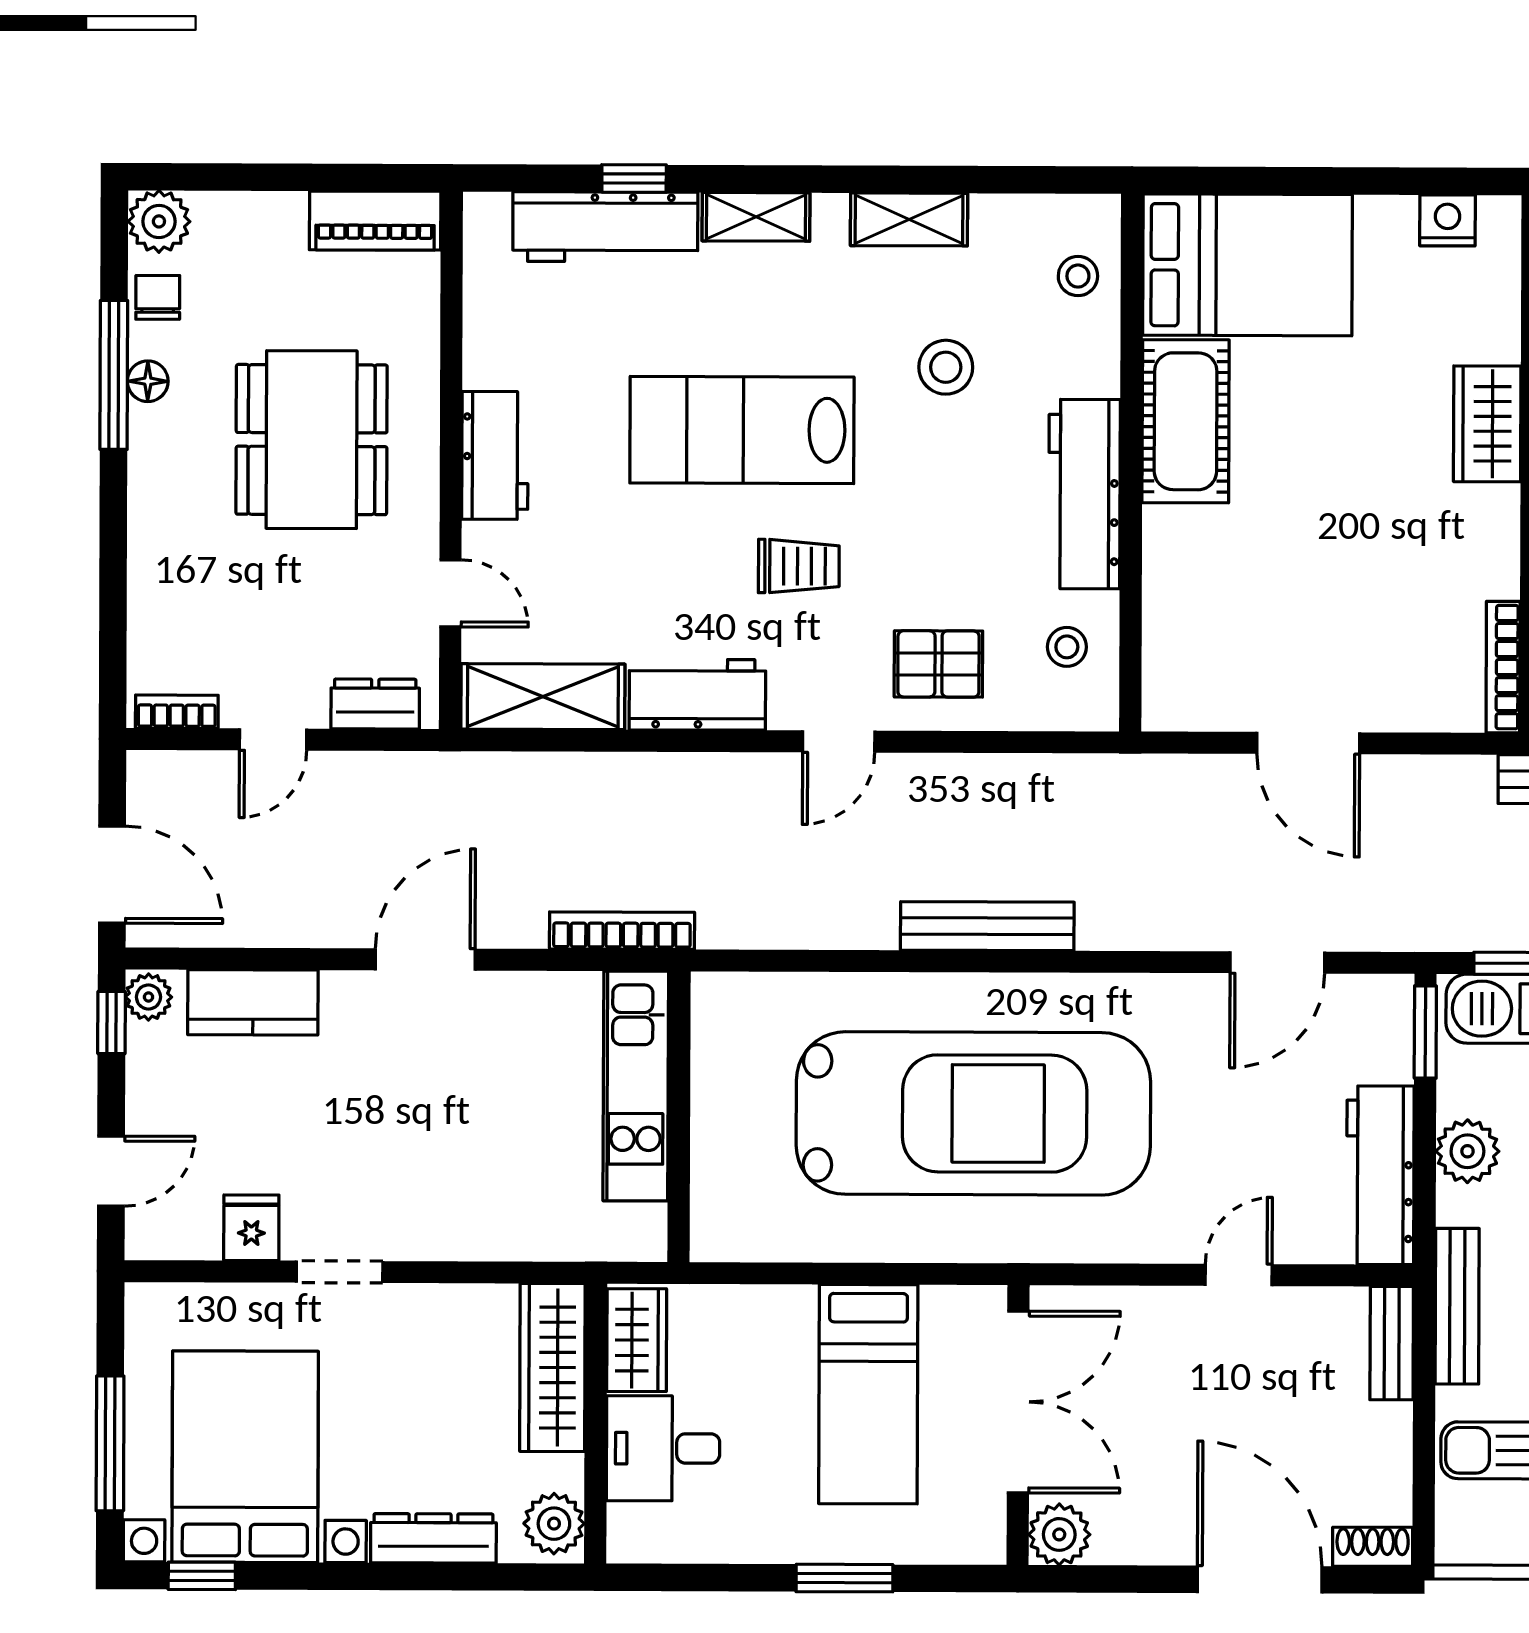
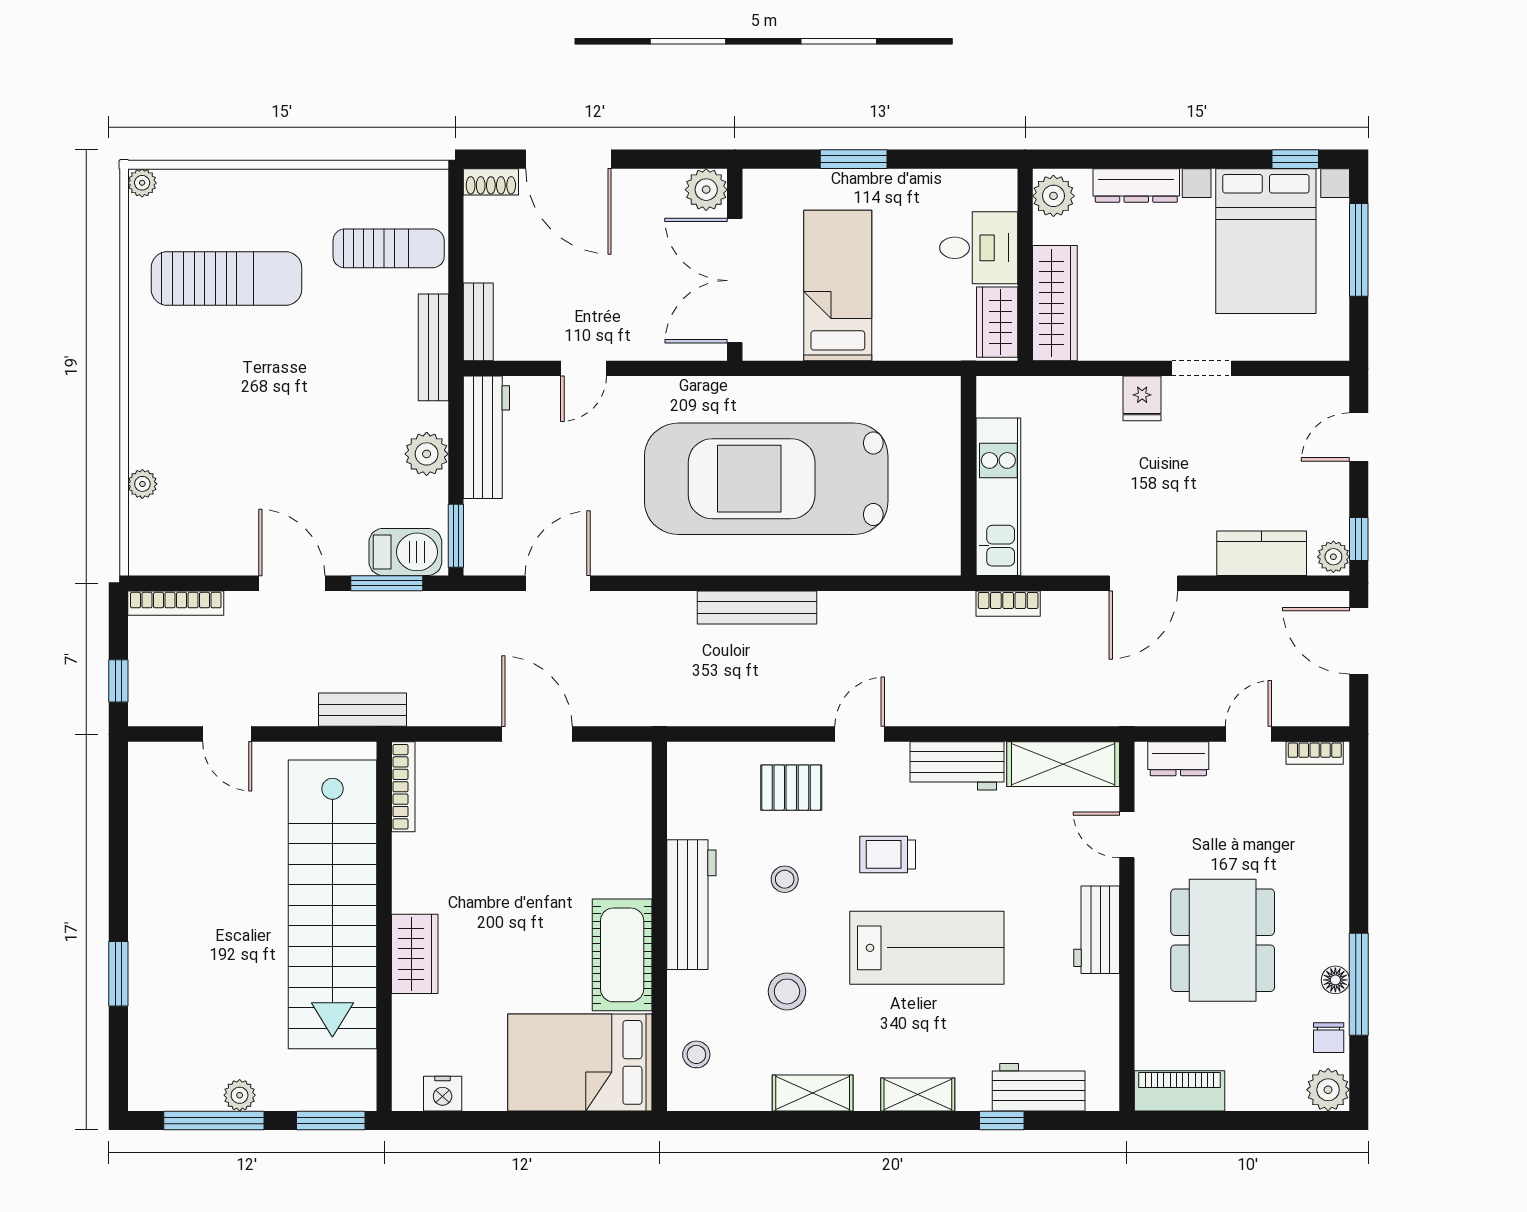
workbench: (605, 227) -> (1039, 1087), width x0.73
stool: (1067, 647) -> (785, 879), moved
bookcase: (622, 931) -> (1008, 604), width x0.64
fridge: (251, 1228) -> (1142, 398), moved

